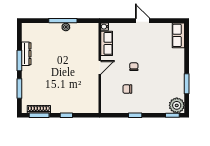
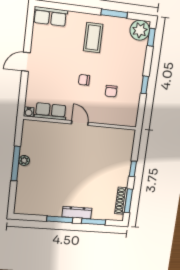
dresser: (26, 54) -> (77, 213), moved
coffee table: (167, 70) -> (93, 38), added

